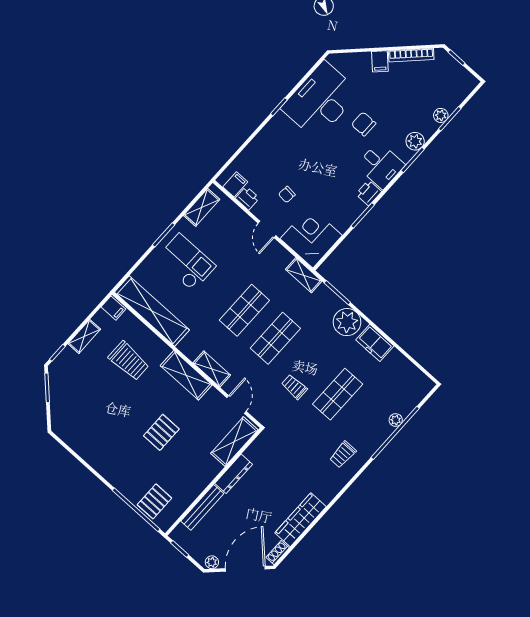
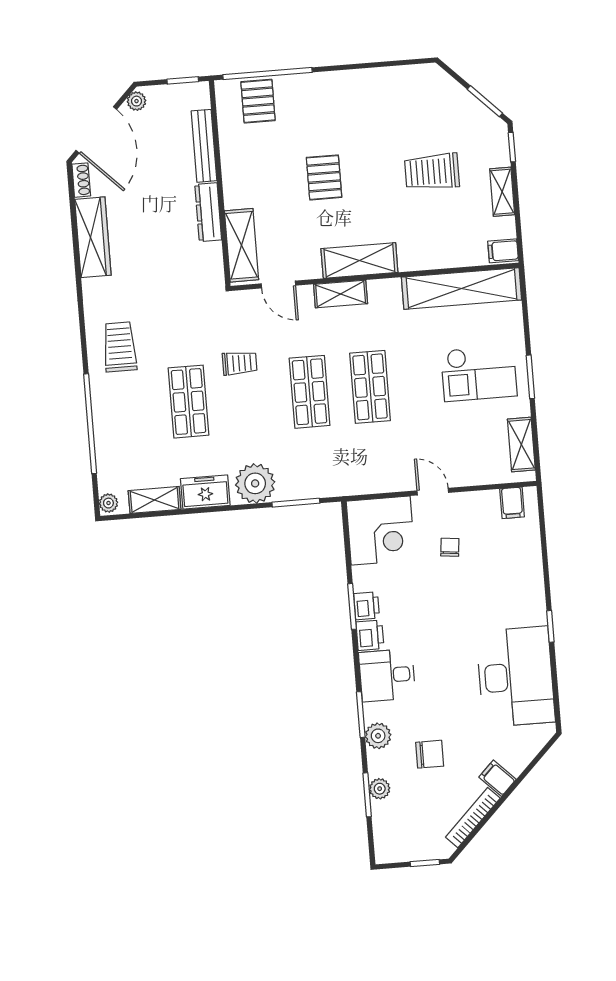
chair: (364, 124) -> (430, 754), moved
printer: (247, 198) -> (367, 606), moved, turned -90
shelving: (304, 275) -> (155, 500), moved
trolley: (129, 361) -> (432, 172), moved
plant: (396, 420) -> (108, 503), moved
trolley: (343, 454) -> (120, 347), width x1.36, depth x1.39

